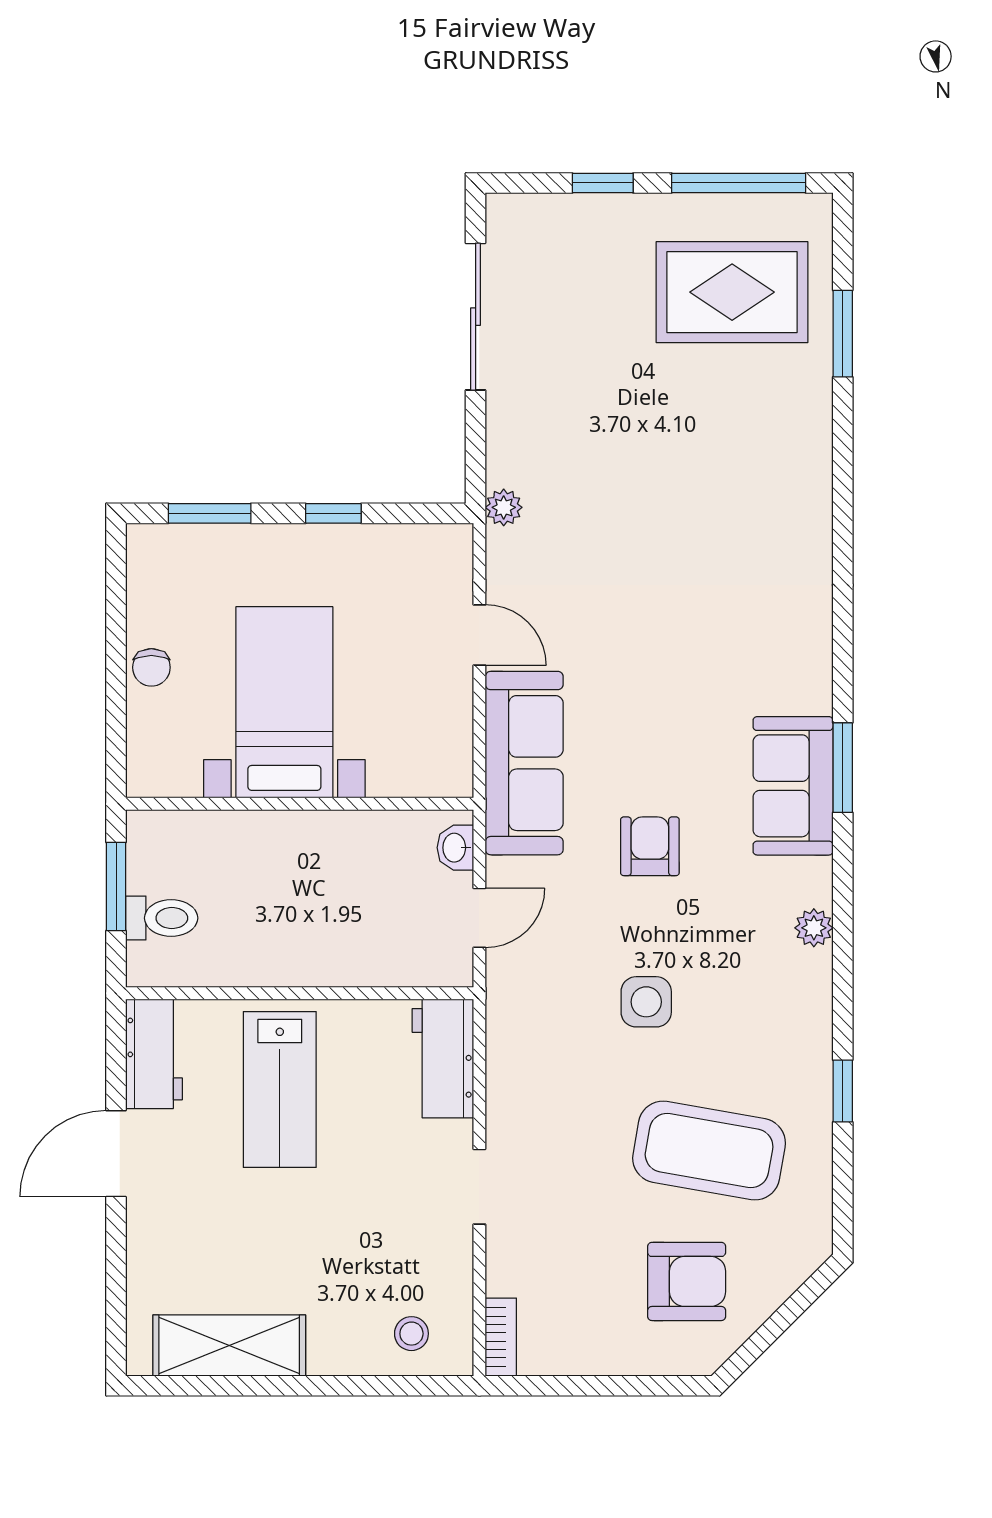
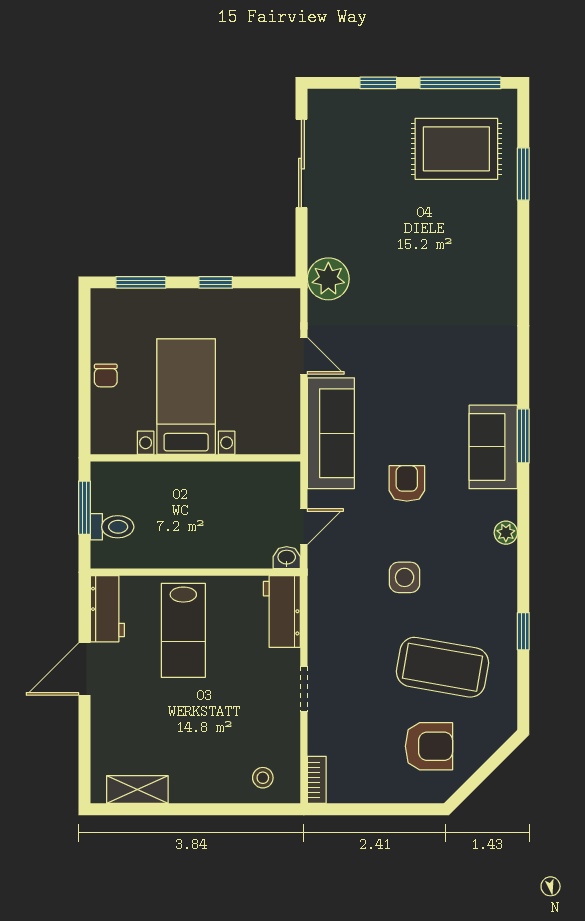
plant: (504, 507) -> (328, 279), width x1.87, depth x1.87
washbasin: (455, 848) -> (287, 558), moved, turned 90
shelving: (229, 1346) -> (137, 790), width x0.67, depth x0.75

